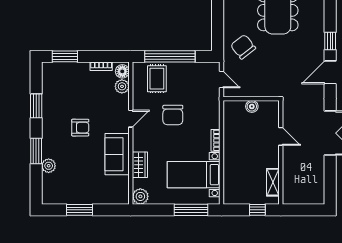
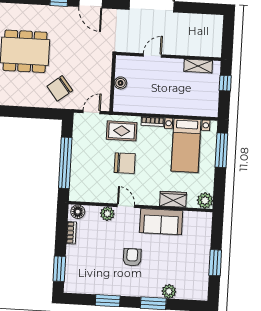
rug: (157, 79) -> (122, 131), moved
plant: (122, 86) -> (107, 214), moved

